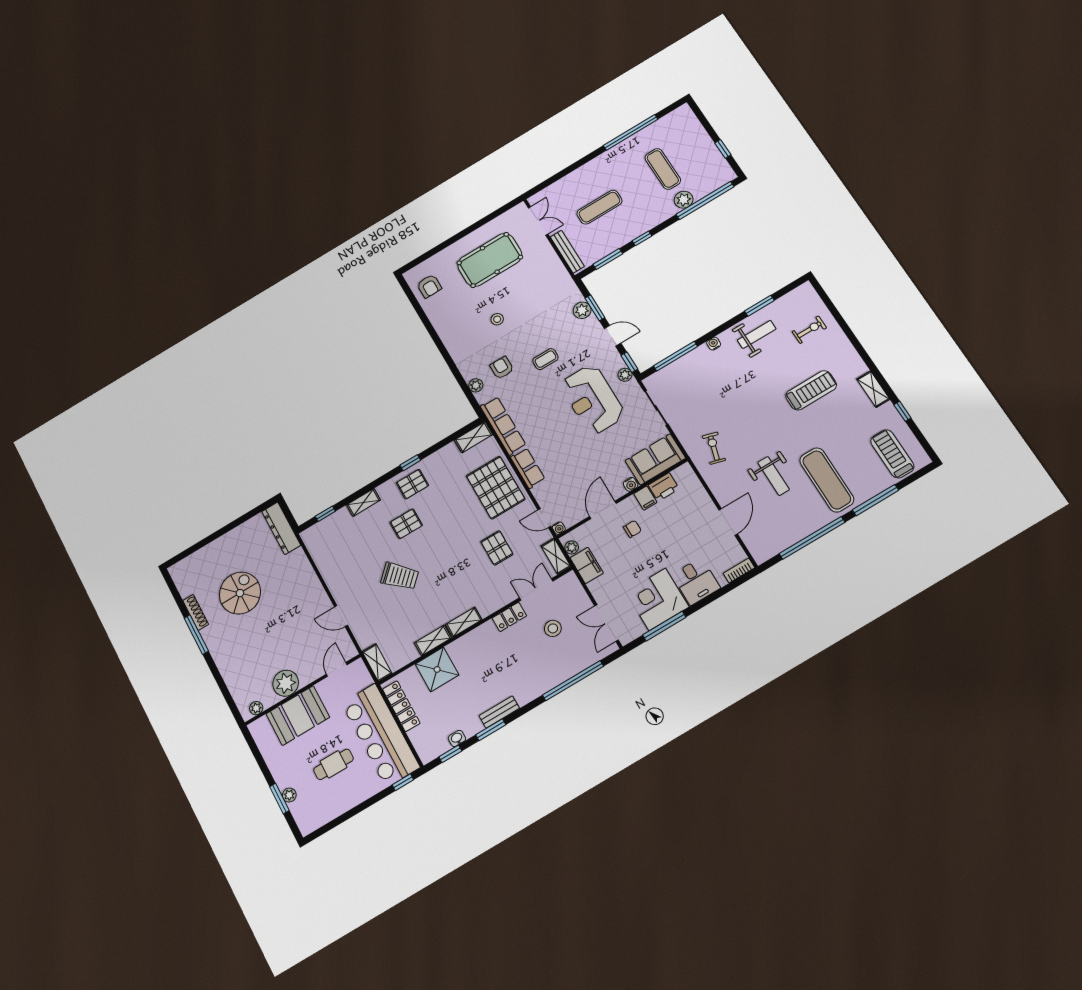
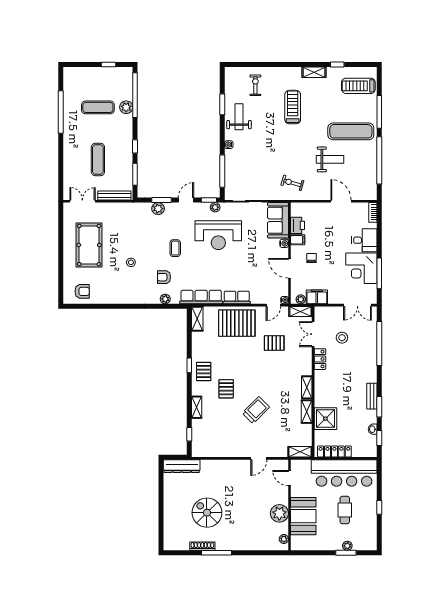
window: (403, 782) -> (379, 507), moved

